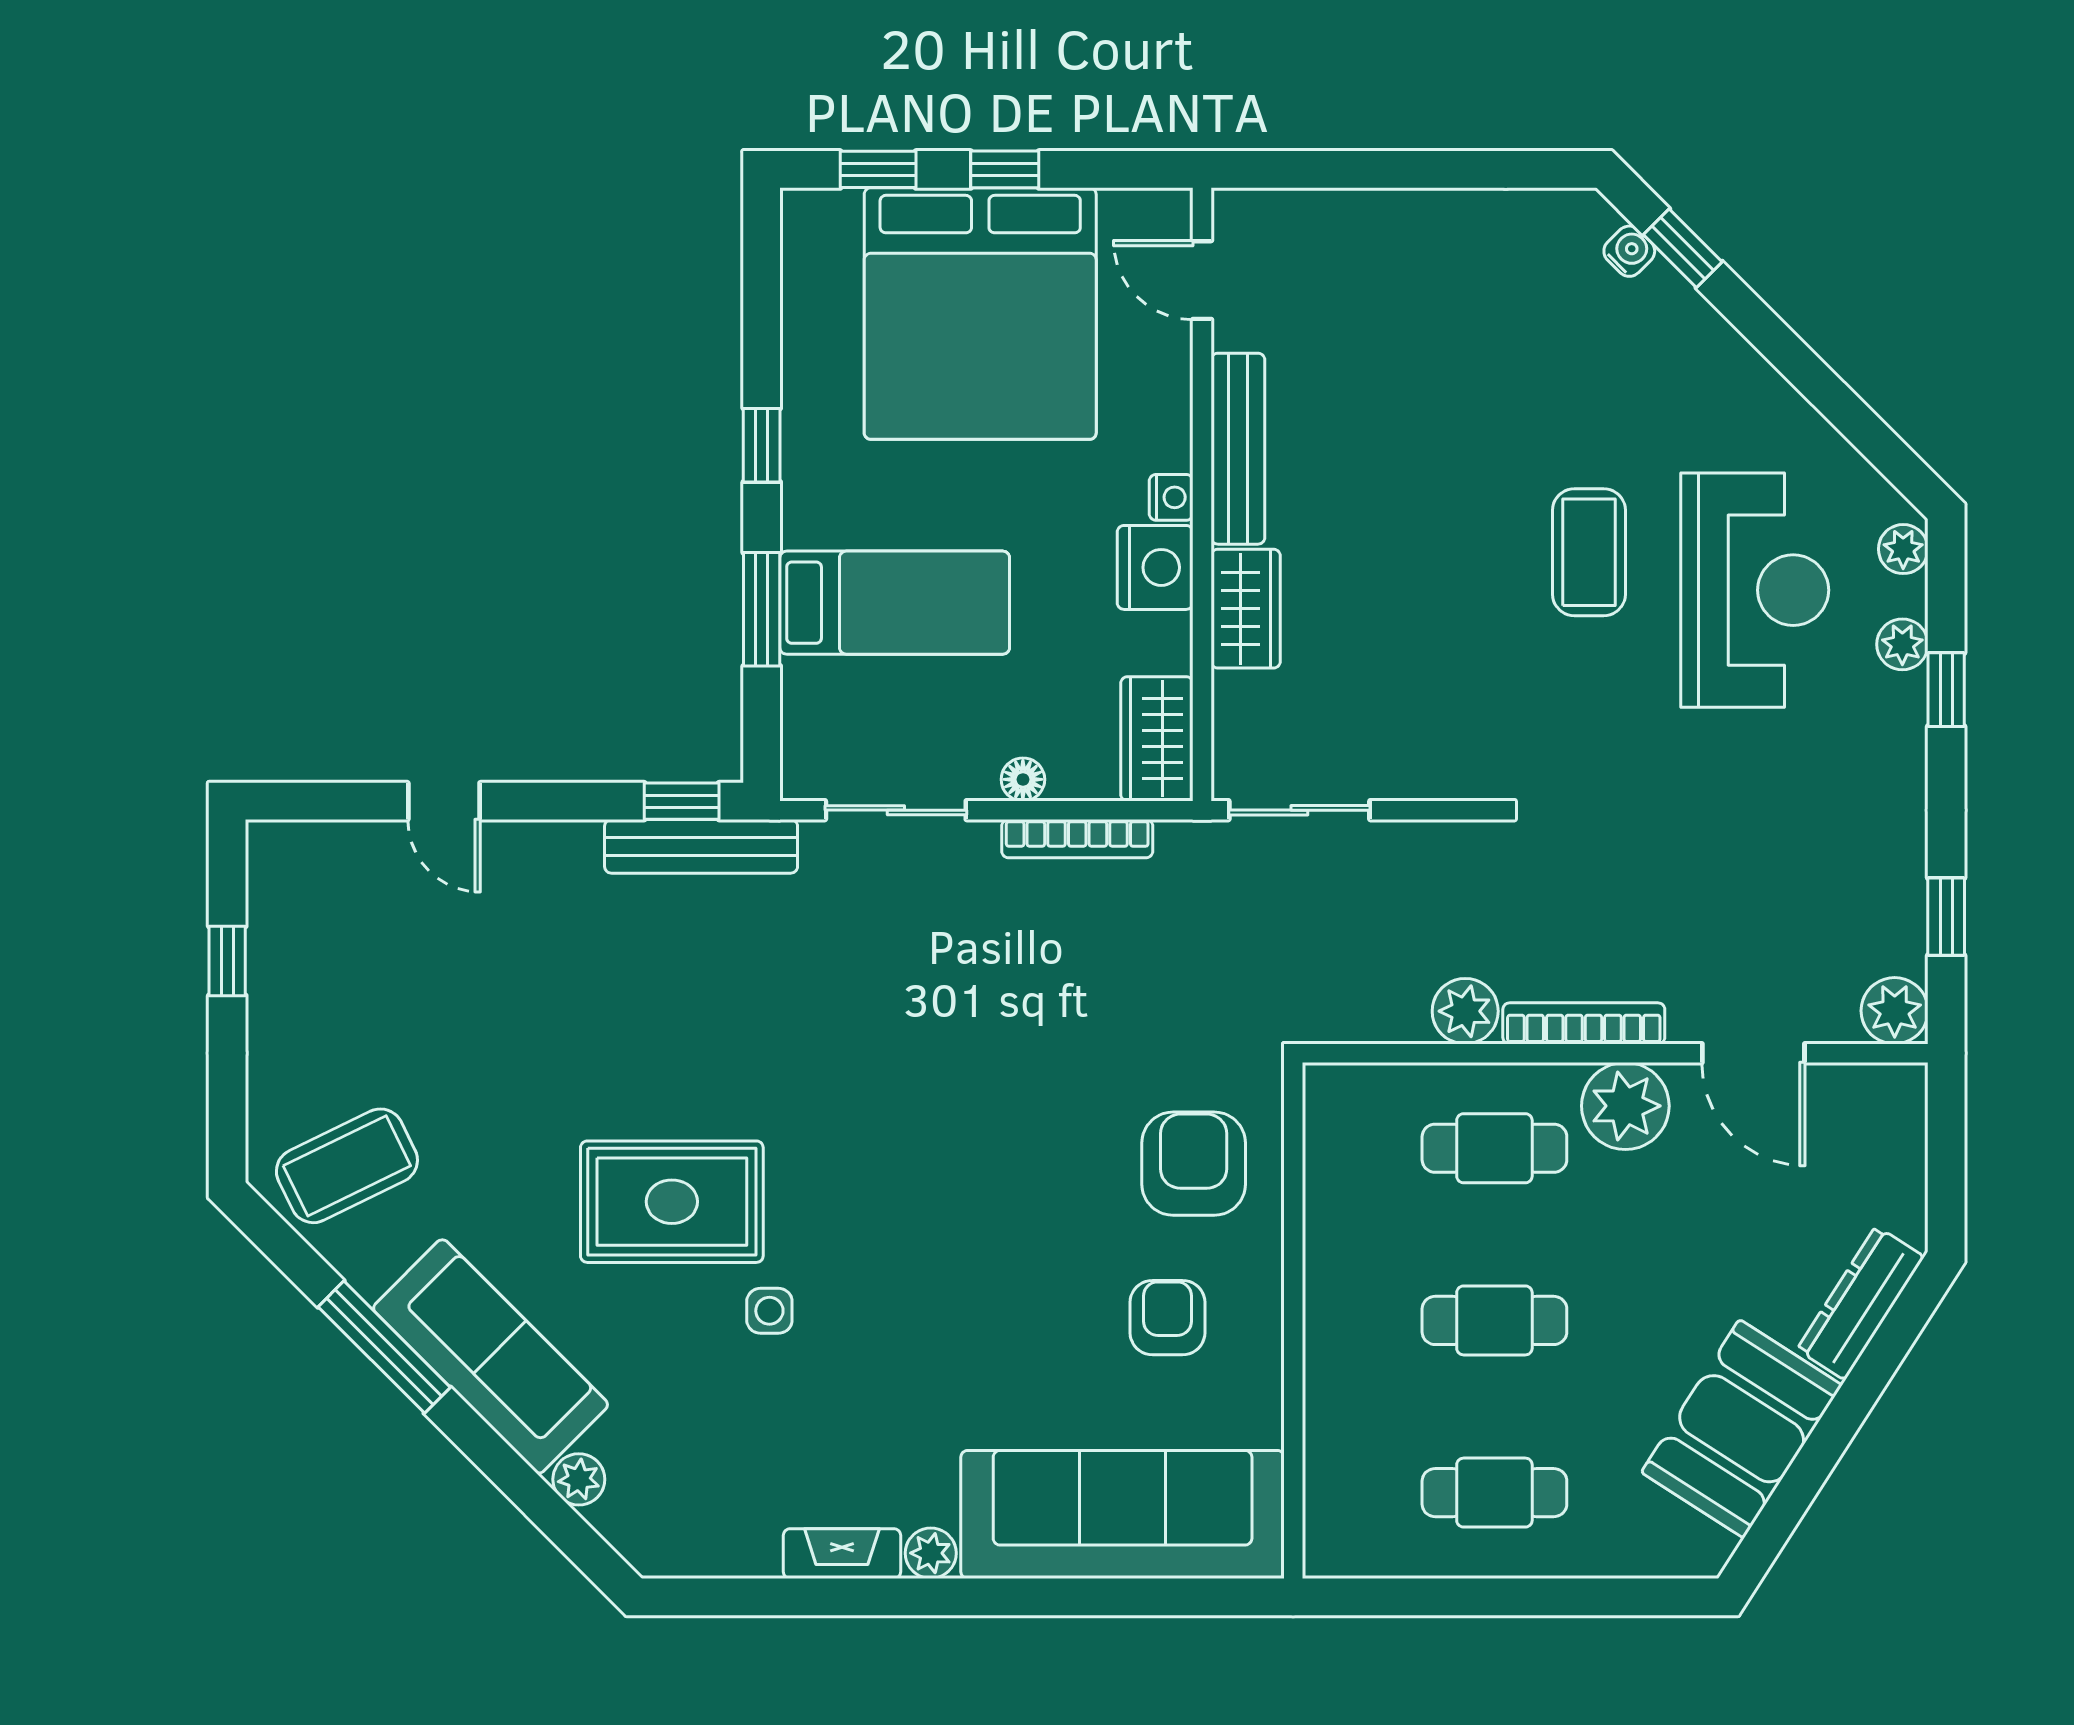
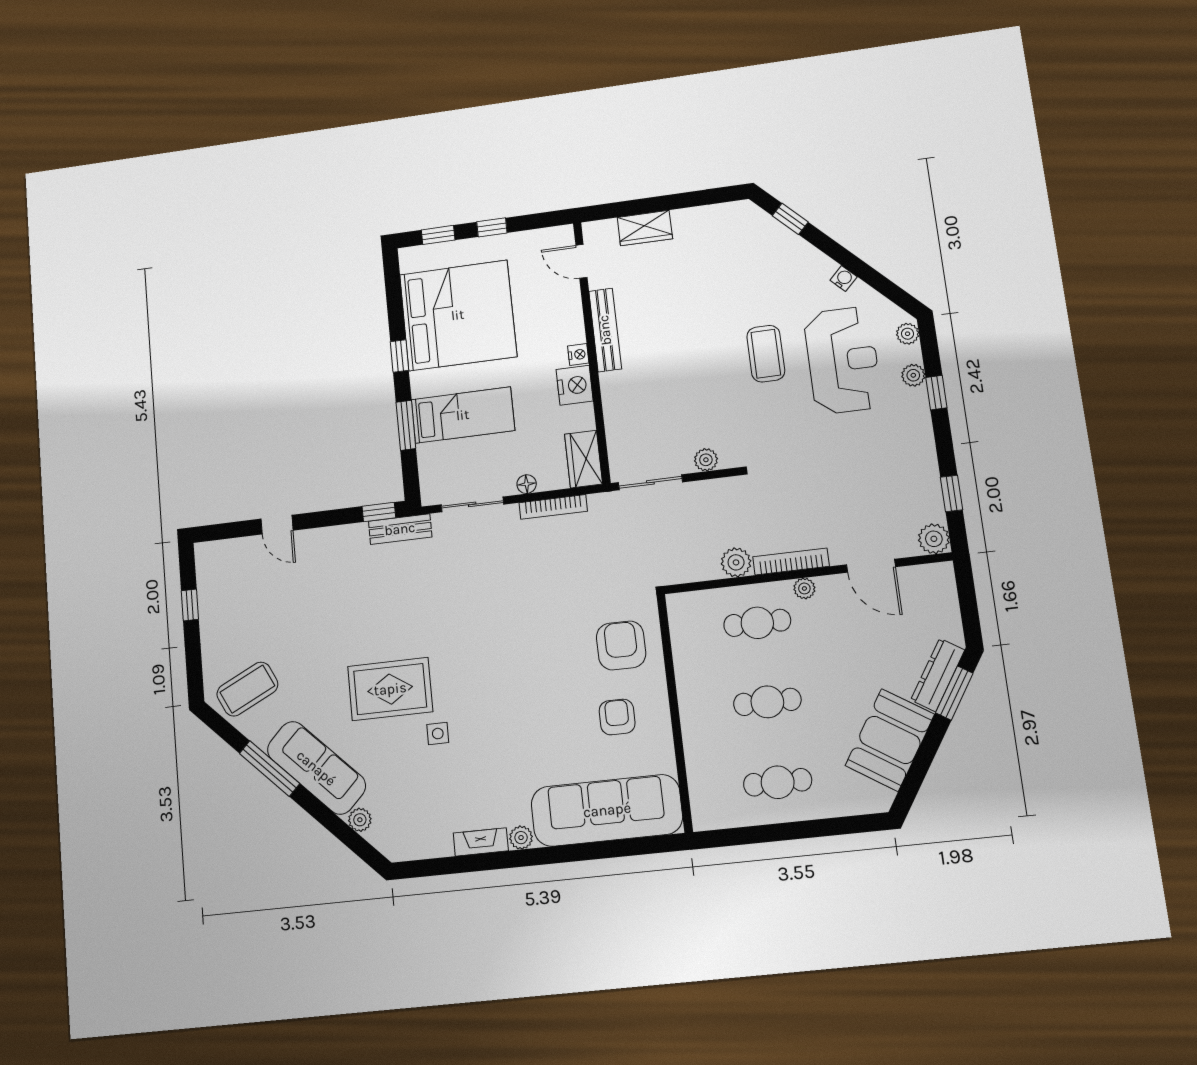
water cooler: (1629, 251) -> (844, 279), moved
bed: (980, 314) -> (458, 315), moved, turned -90
wardrobe: (1246, 609) -> (645, 228), moved, turned 90
plant: (1428, 775) -> (706, 460), added
bench: (701, 846) -> (400, 529), width x0.73
plant: (1625, 1106) -> (804, 588), width x0.53, depth x0.53
window: (1890, 1345) -> (954, 693), added

